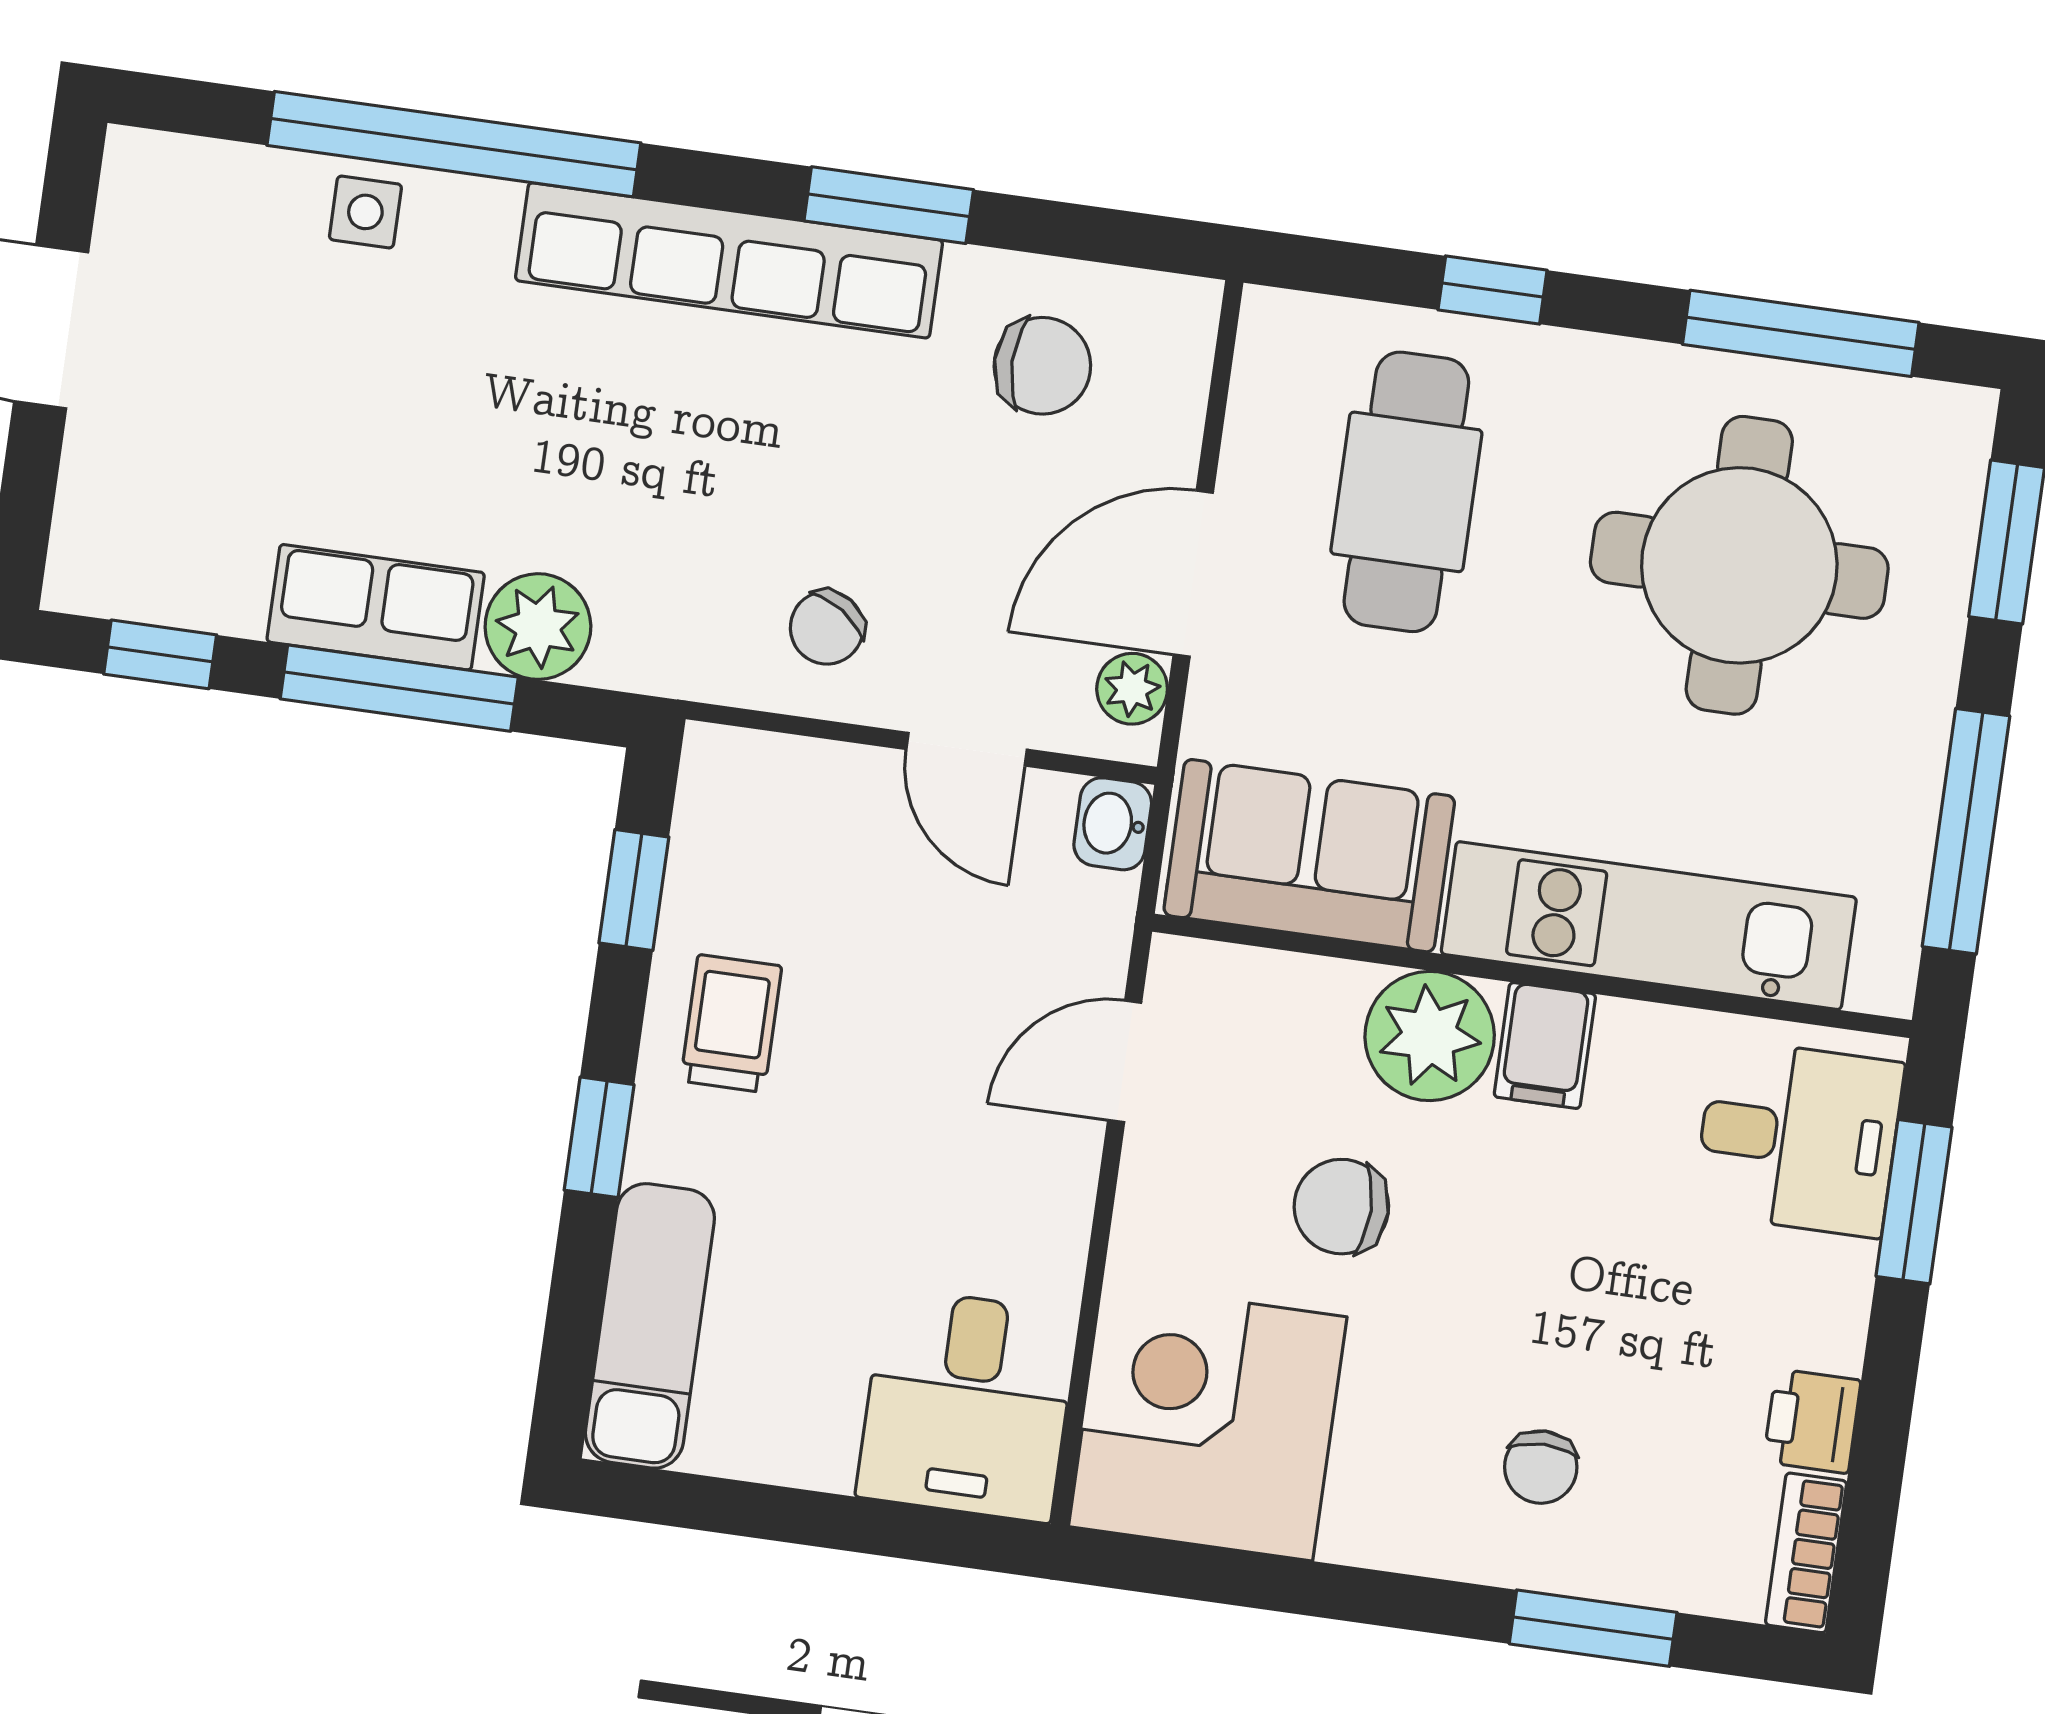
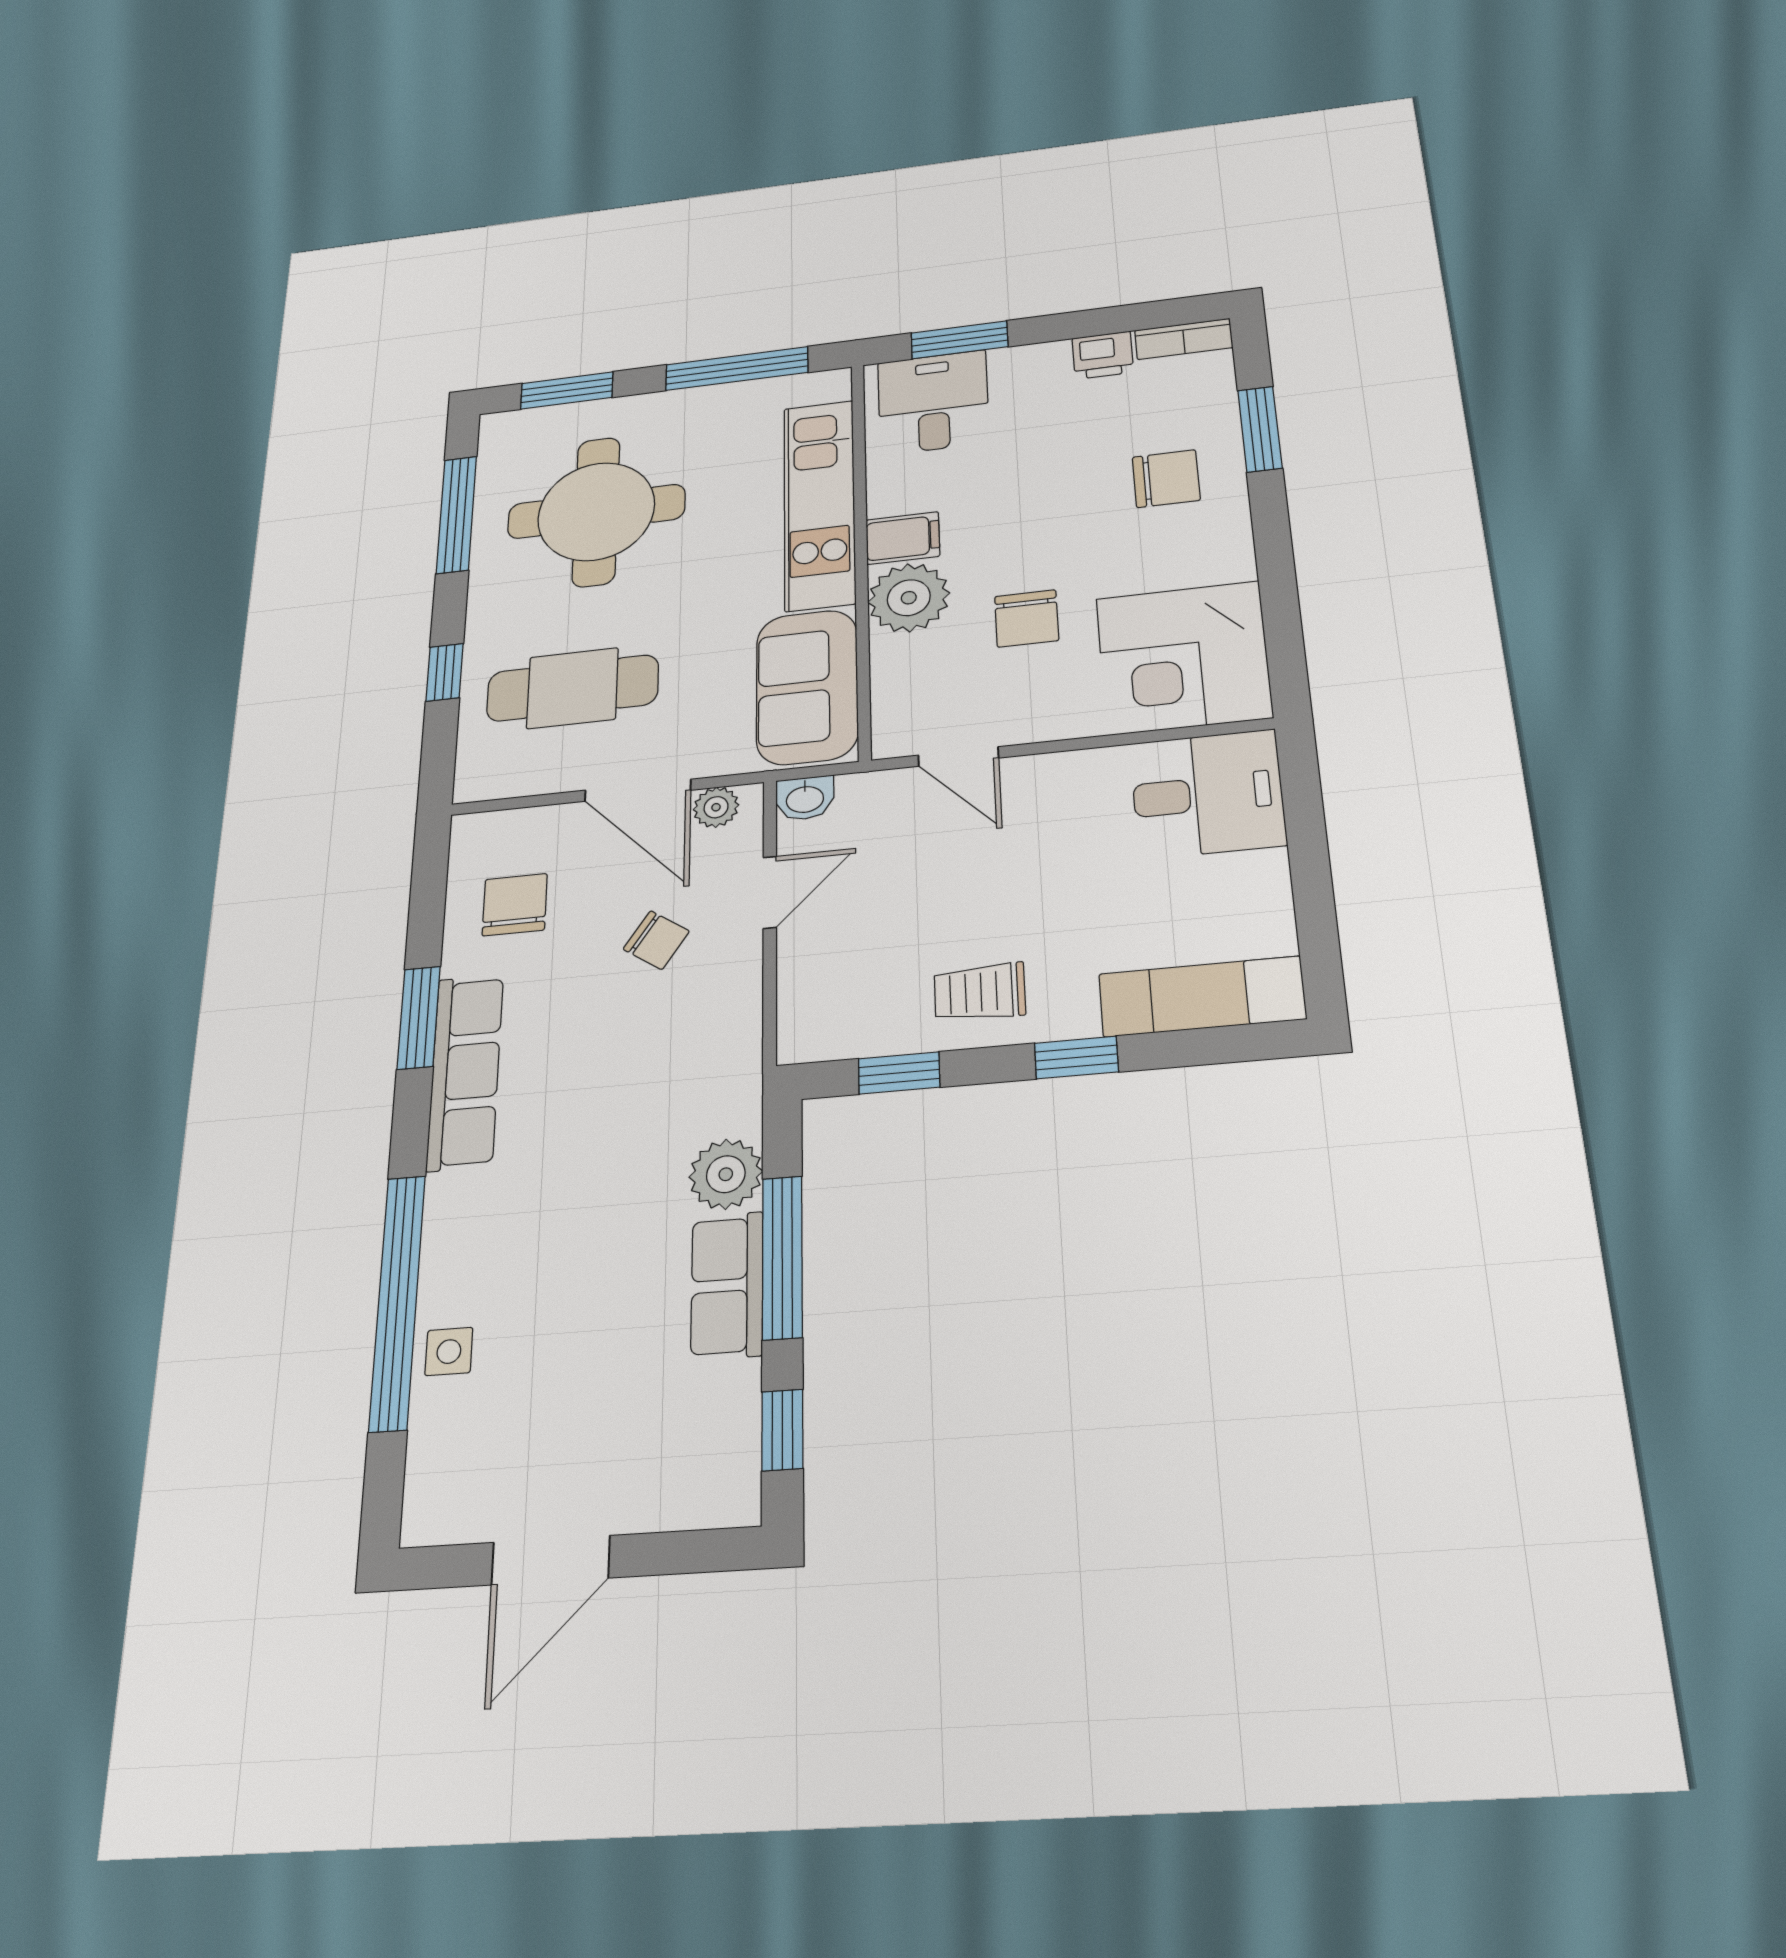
row of seats: (729, 260) -> (465, 1072), width x0.73
chair: (827, 628) -> (656, 940), moved
chair: (1541, 1467) -> (1166, 479), width x1.37, depth x1.37

